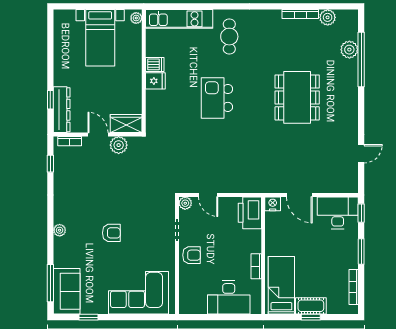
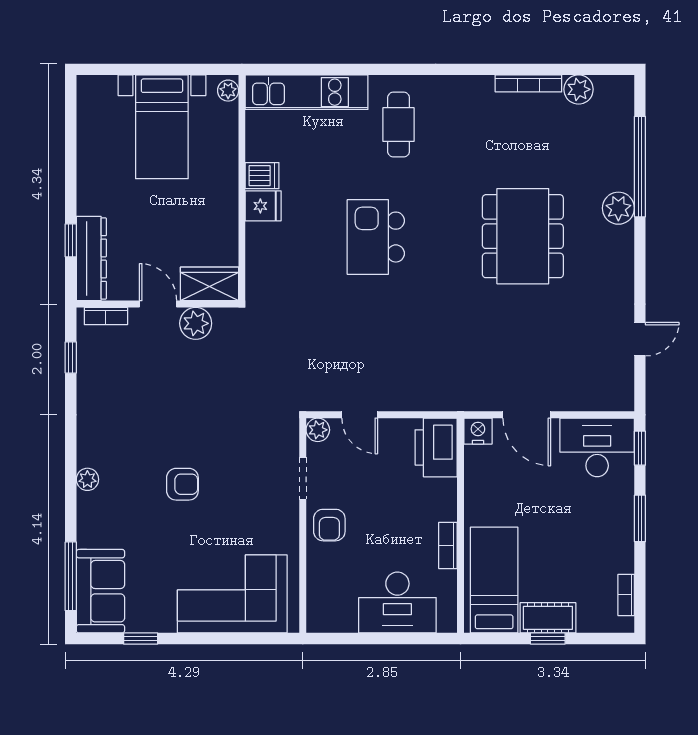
plant: (349, 50) -> (618, 208), moved
armchair: (192, 255) -> (329, 525), turned 90
bookcase: (354, 287) -> (626, 595), width x0.64

